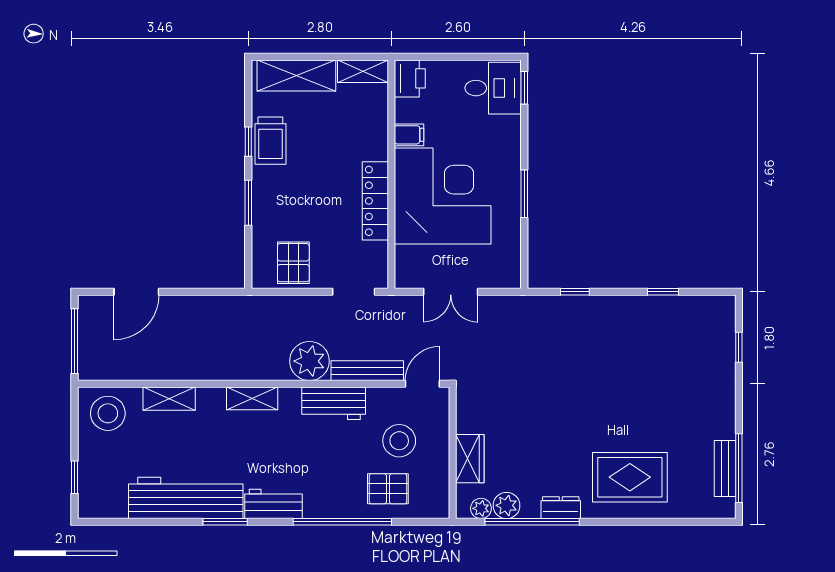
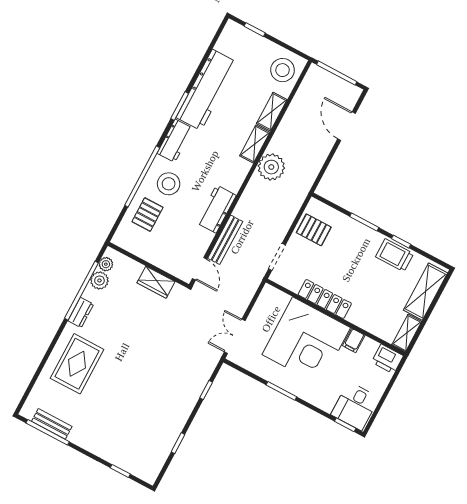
double door: (451, 292) -> (235, 336), moved
plant: (309, 361) -> (271, 167), moved
shelving: (252, 398) -> (255, 144), moved
stool: (399, 441) -> (169, 184), moved
wardrobe: (470, 459) -> (156, 282), moved

